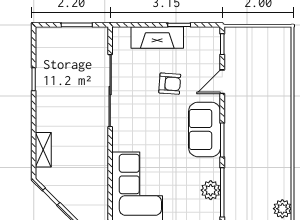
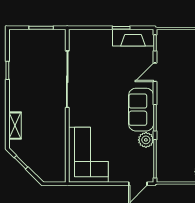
fireplace: (157, 37) -> (133, 38), moved
armchair: (170, 84) -> (114, 74), removed
plant: (211, 190) -> (146, 140), moved

